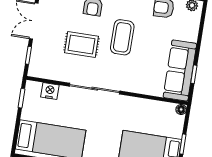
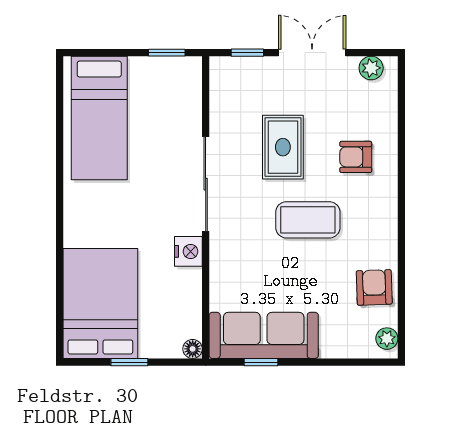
nightstand: (50, 91) -> (188, 251), moved

